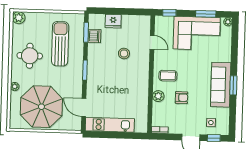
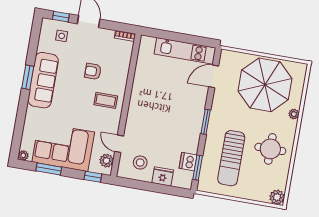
stool: (124, 53) -> (140, 163), moved
plant: (158, 96) -> (106, 161), moved
door: (84, 108) -> (214, 76), swing flipped

